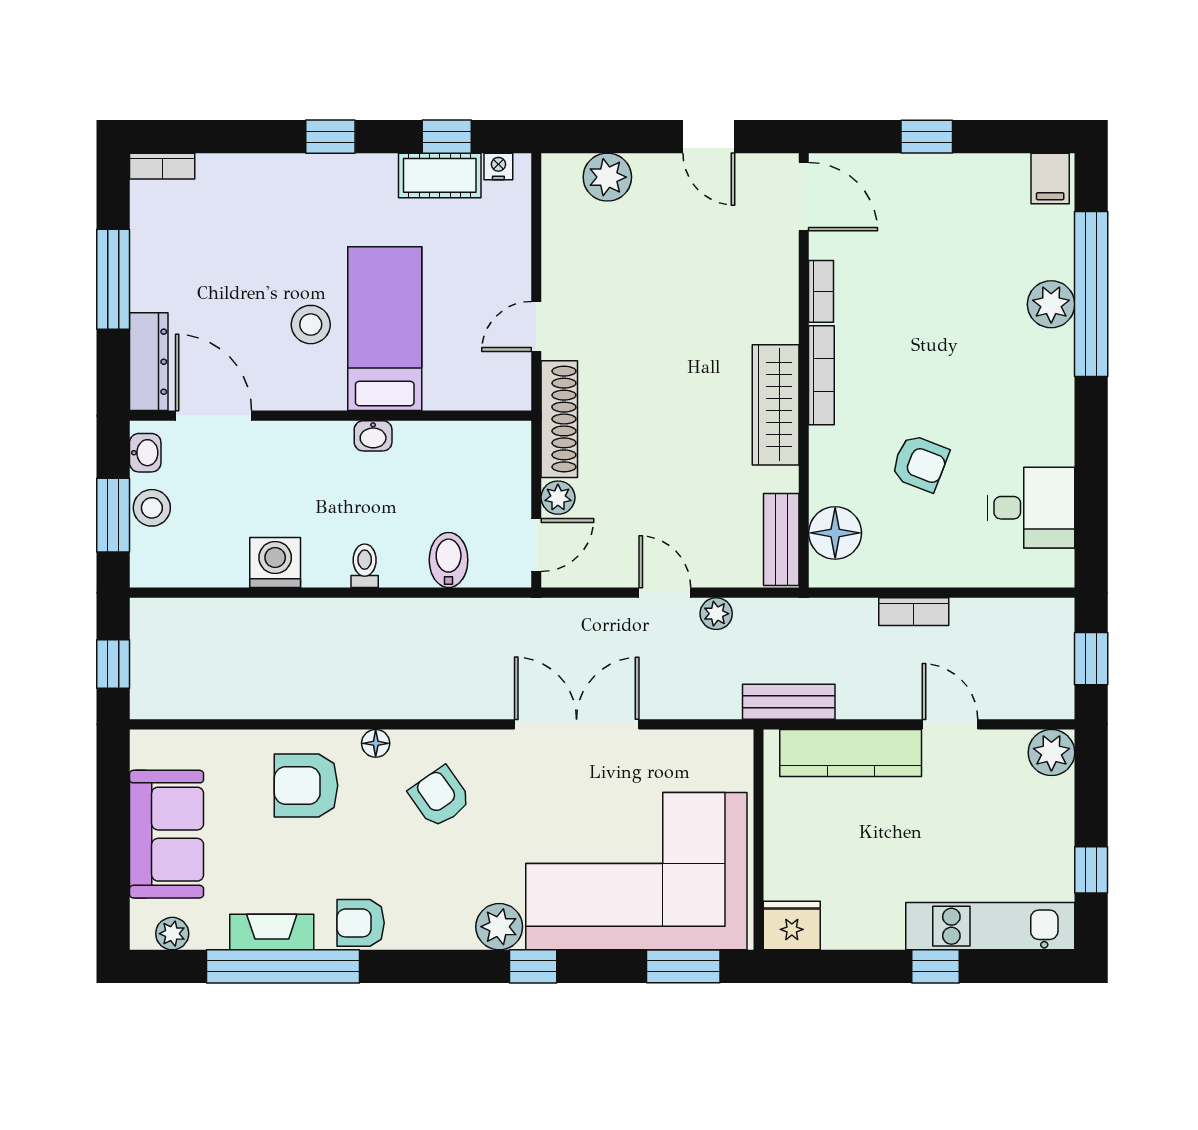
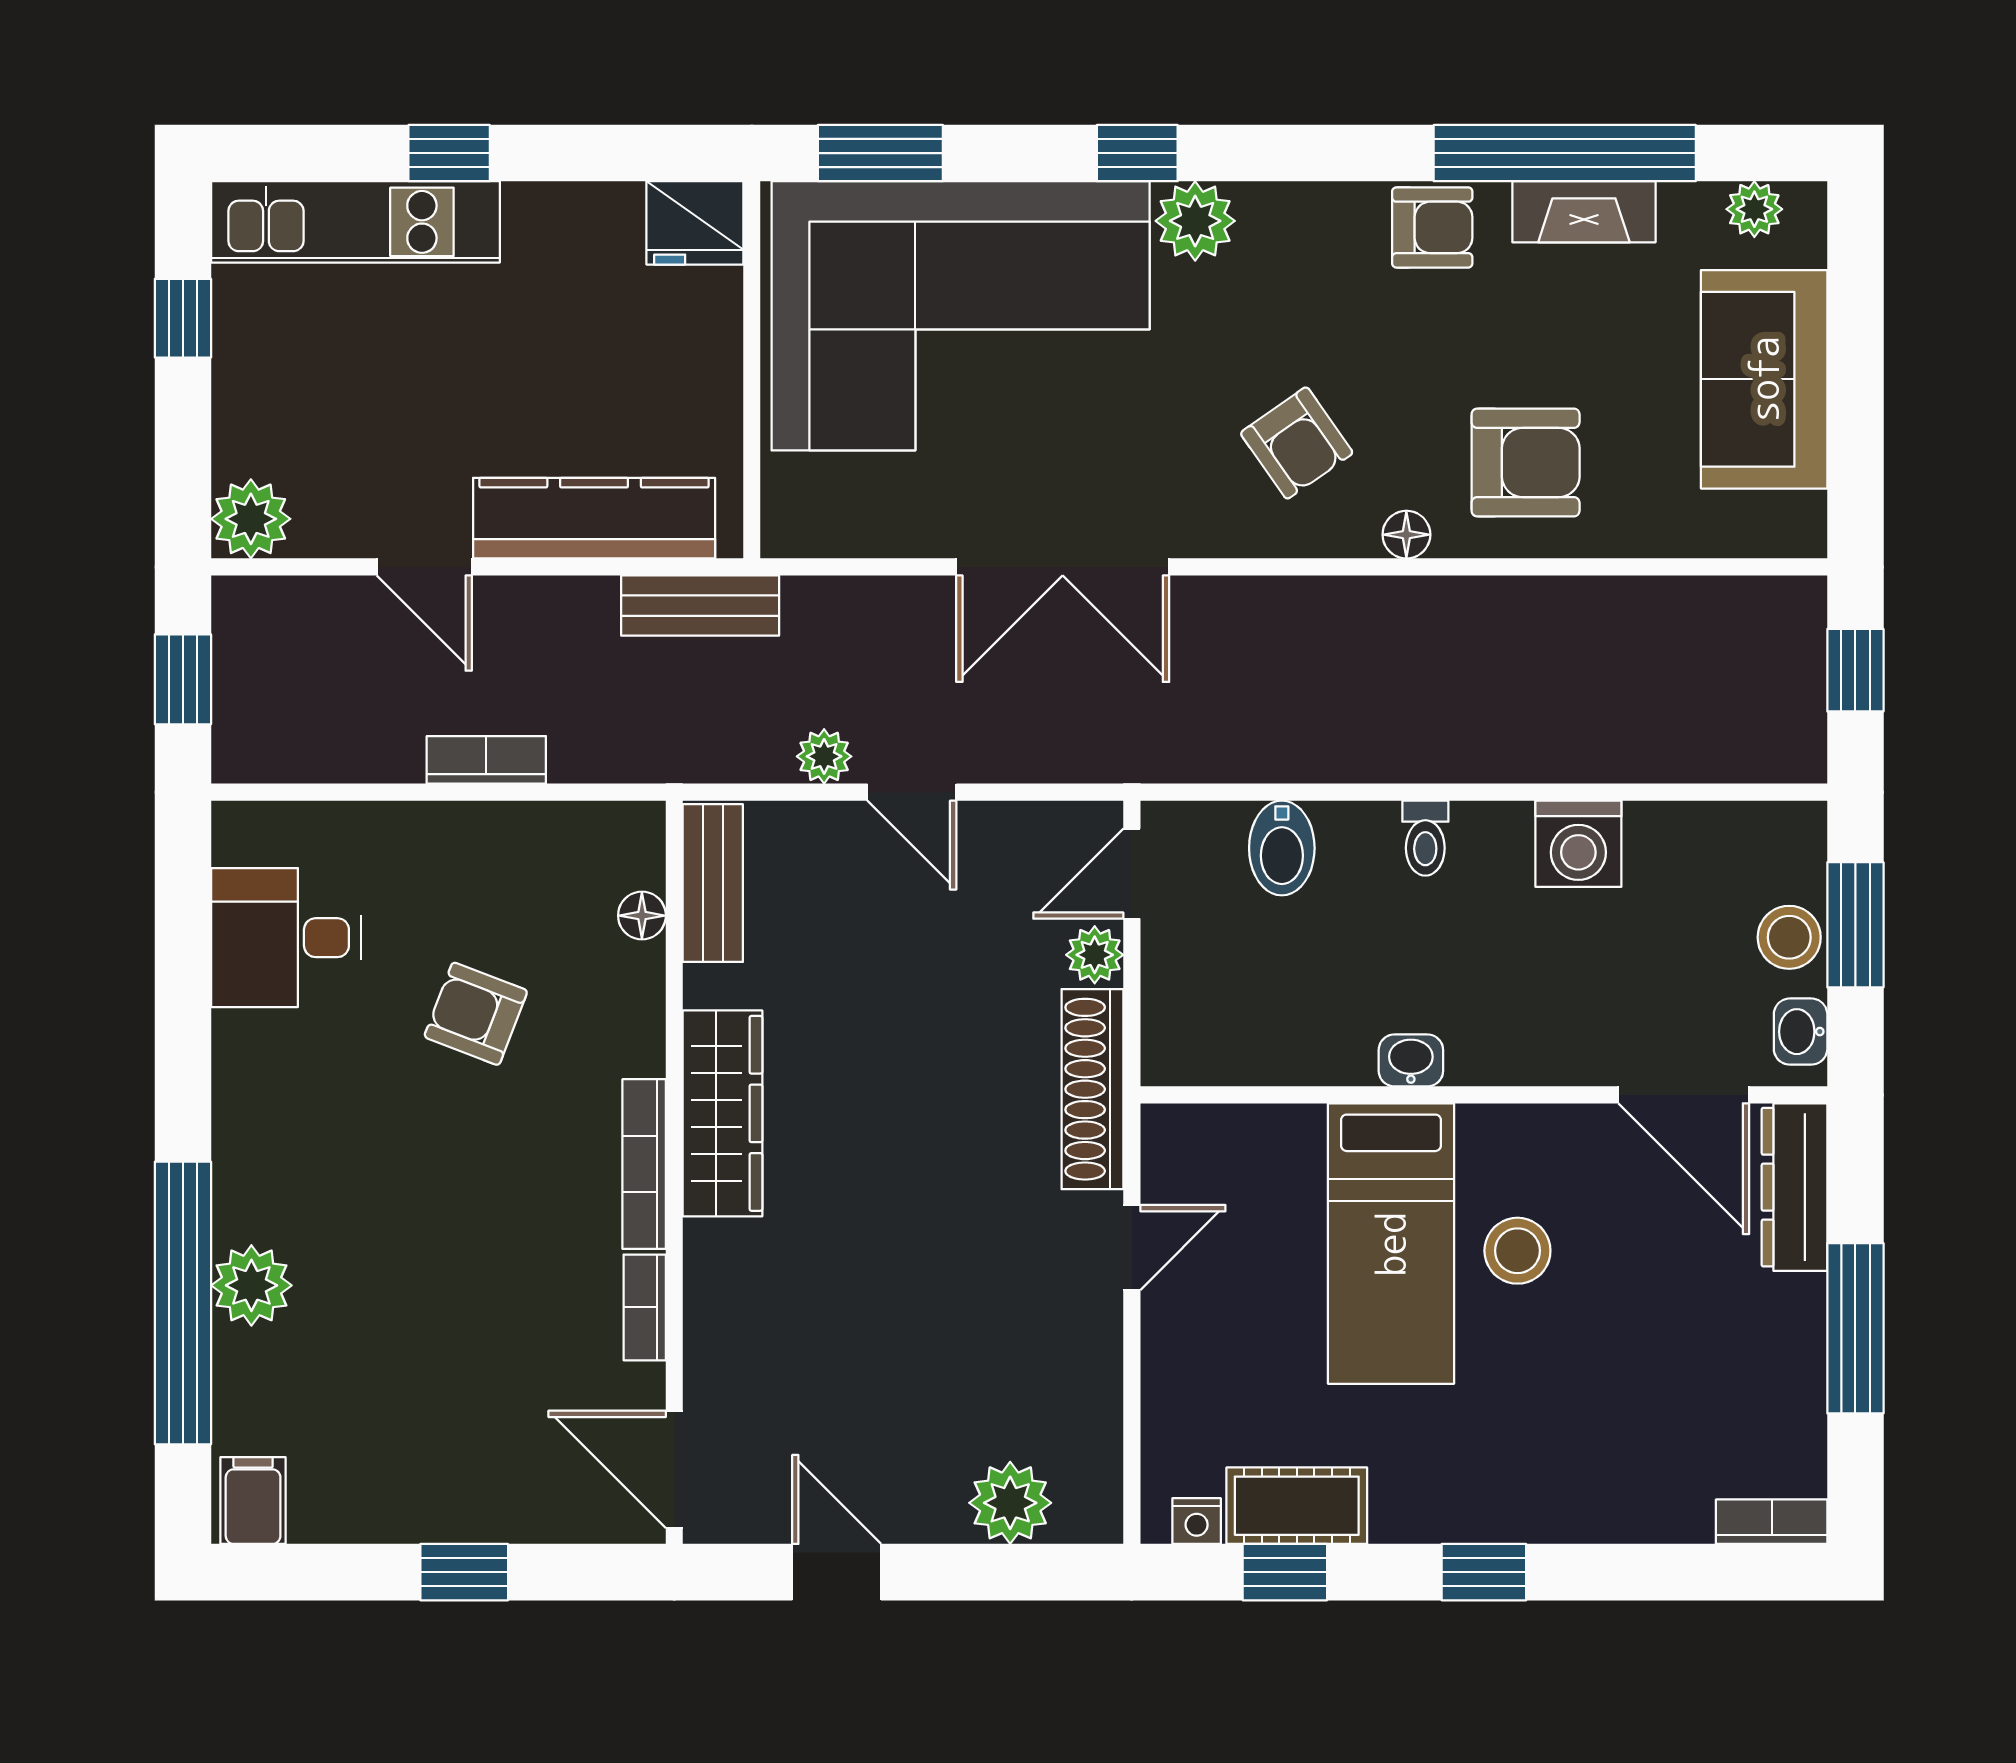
floor lamp: (835, 533) -> (642, 916), width x0.53, depth x0.53

